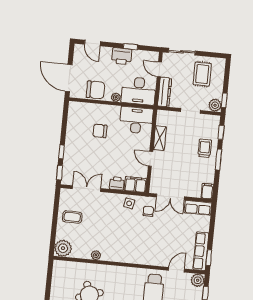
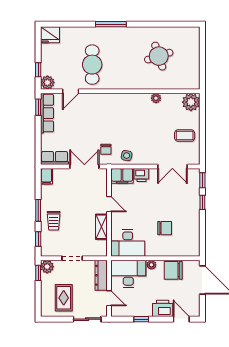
printer: (122, 56) -> (163, 308), moved

